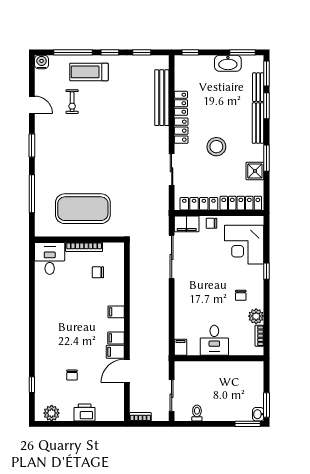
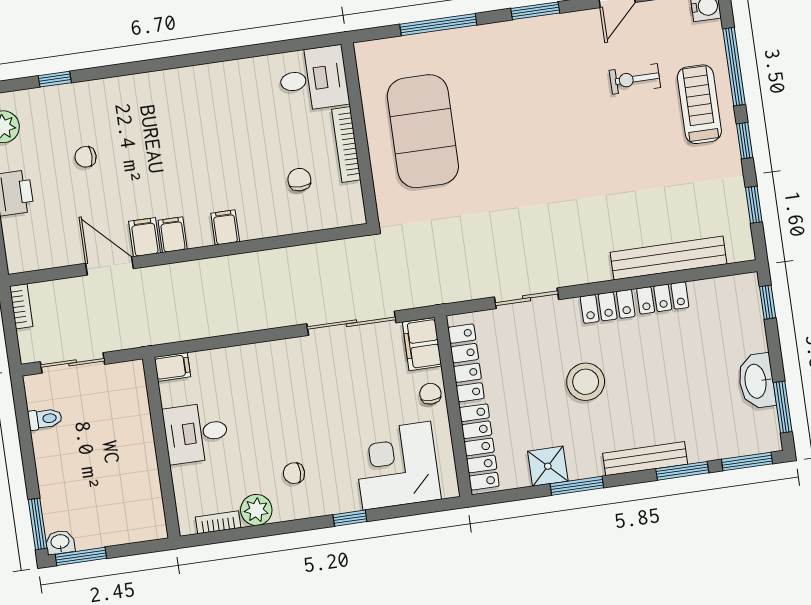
bench: (258, 87) -> (717, 449), removed

